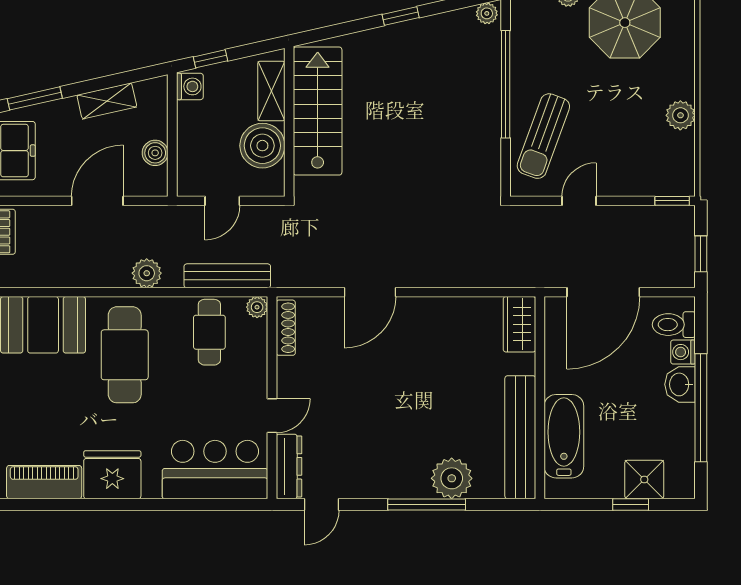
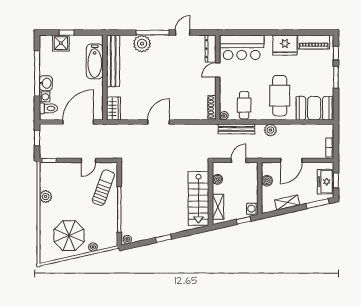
boiler: (262, 146) -> (217, 179), width x0.54, depth x0.54
door: (370, 292) -> (159, 122), moved
door: (321, 505) -> (183, 33), moved

